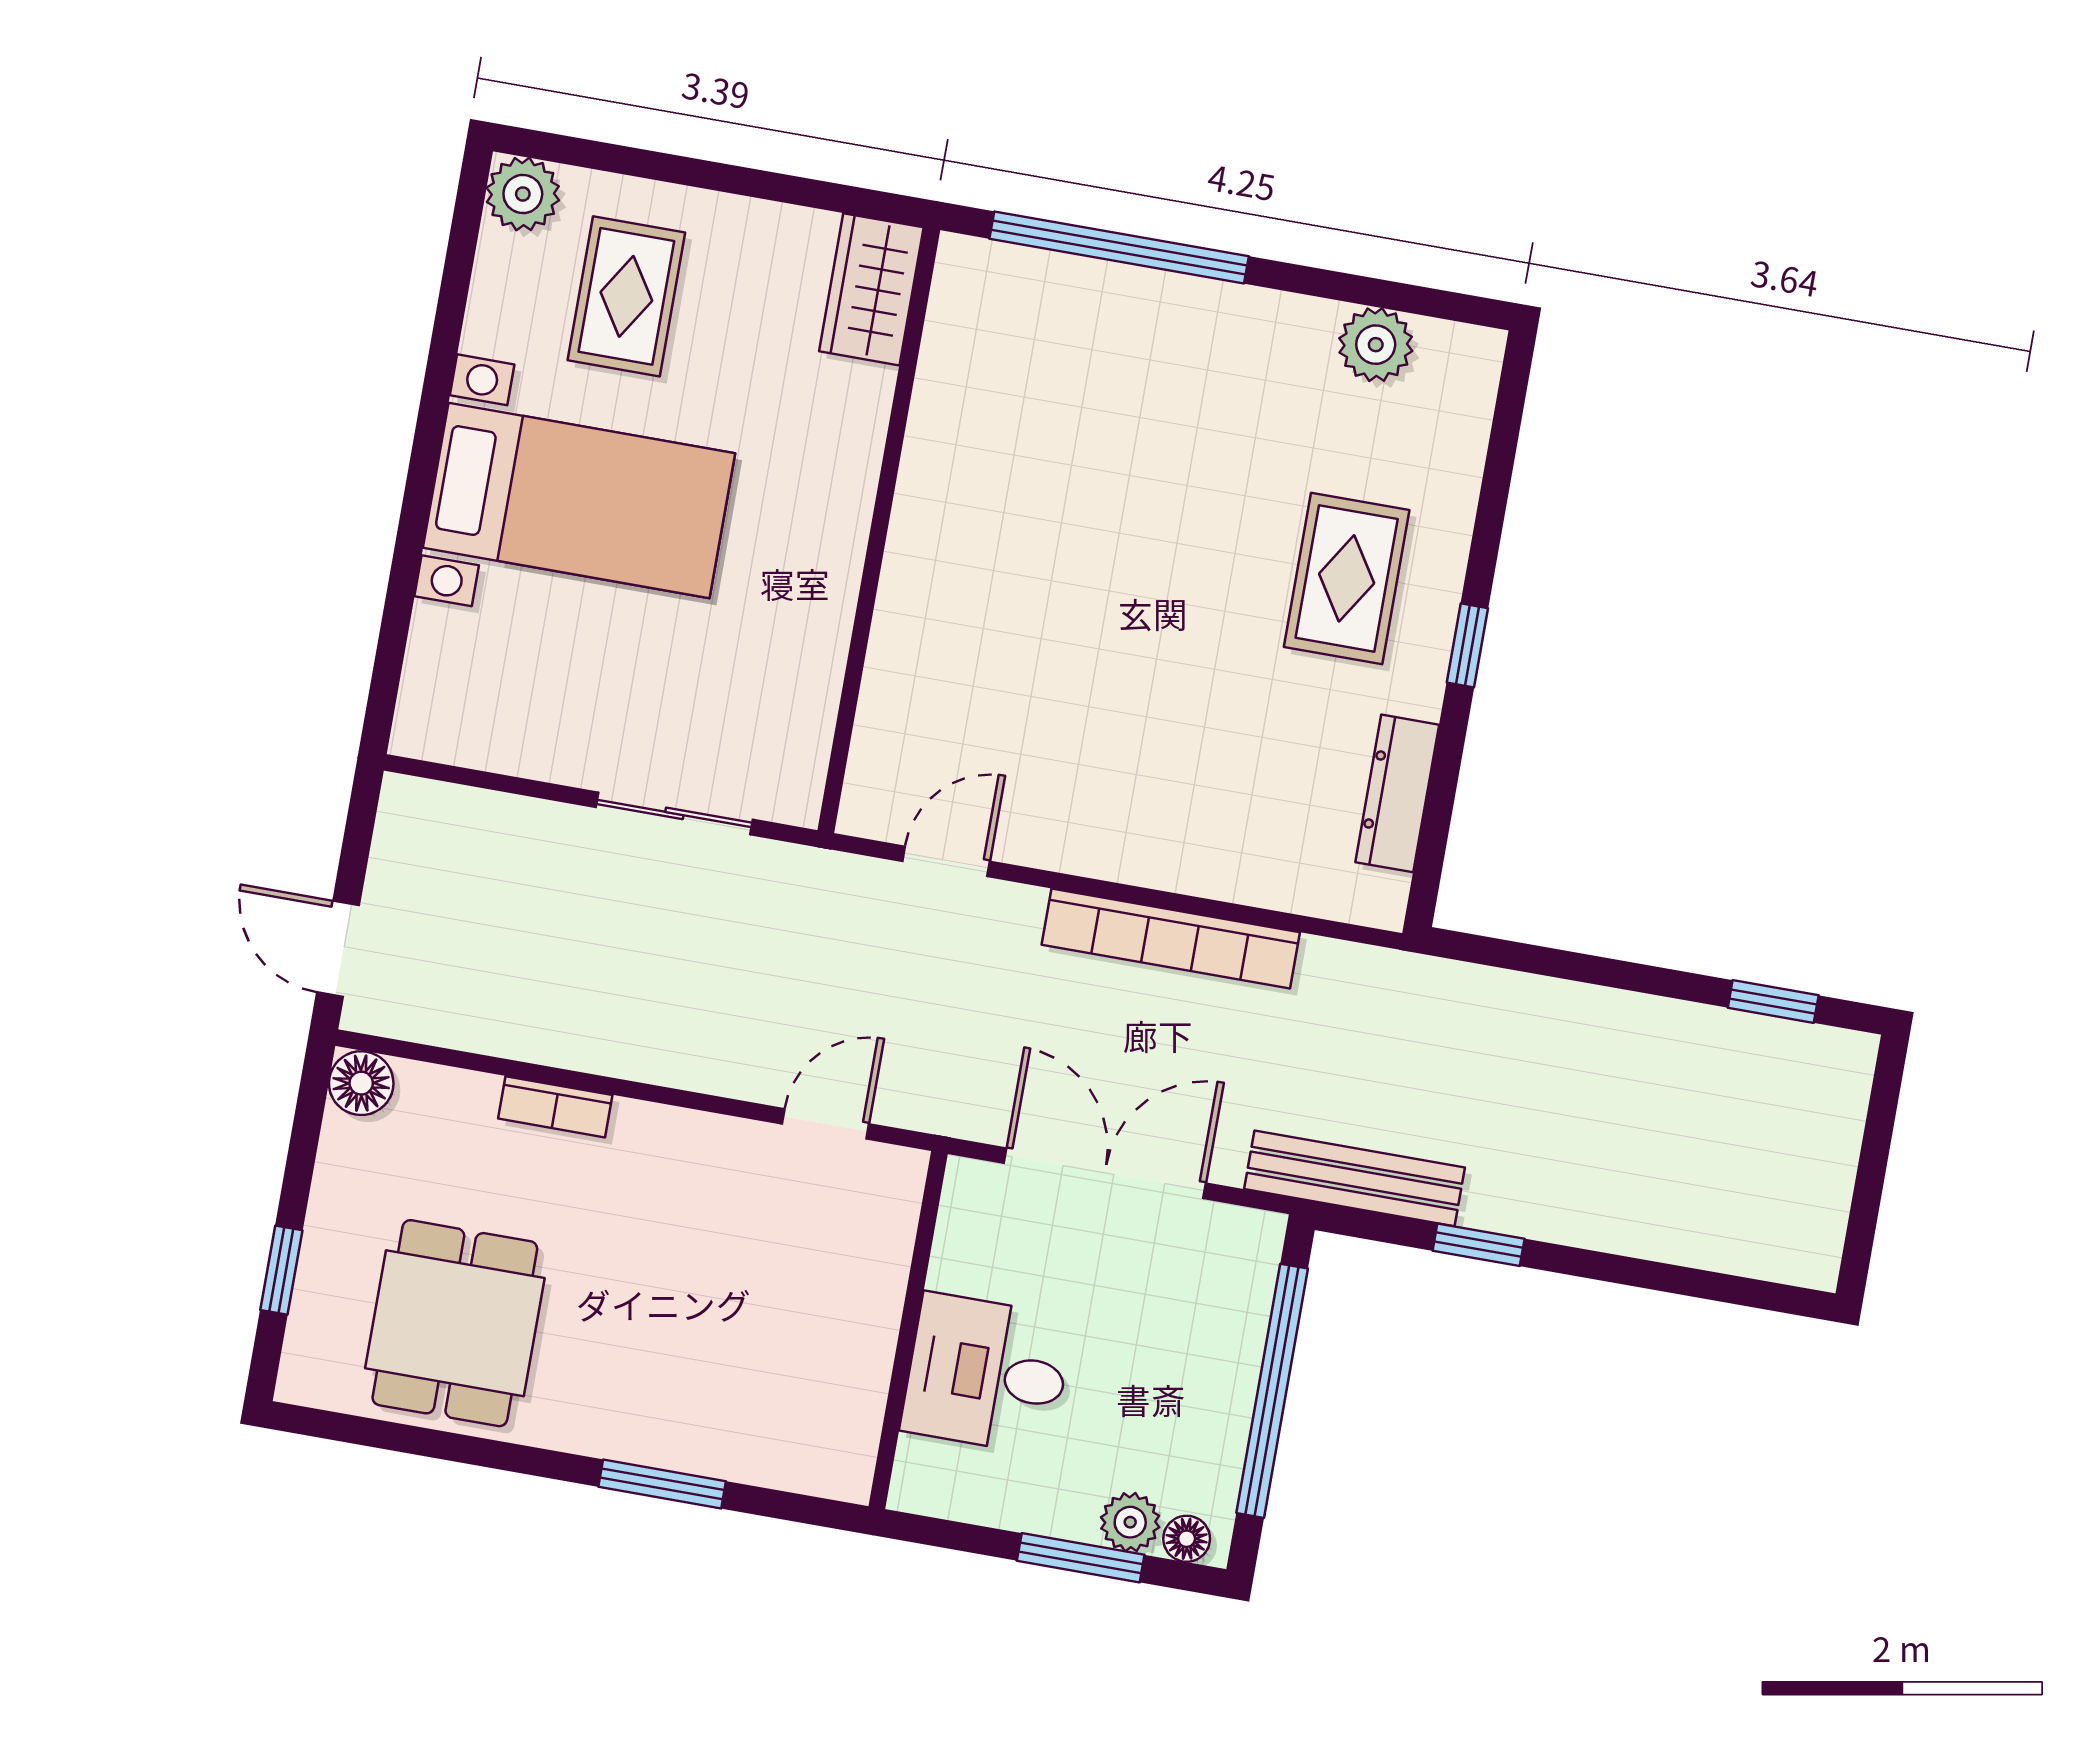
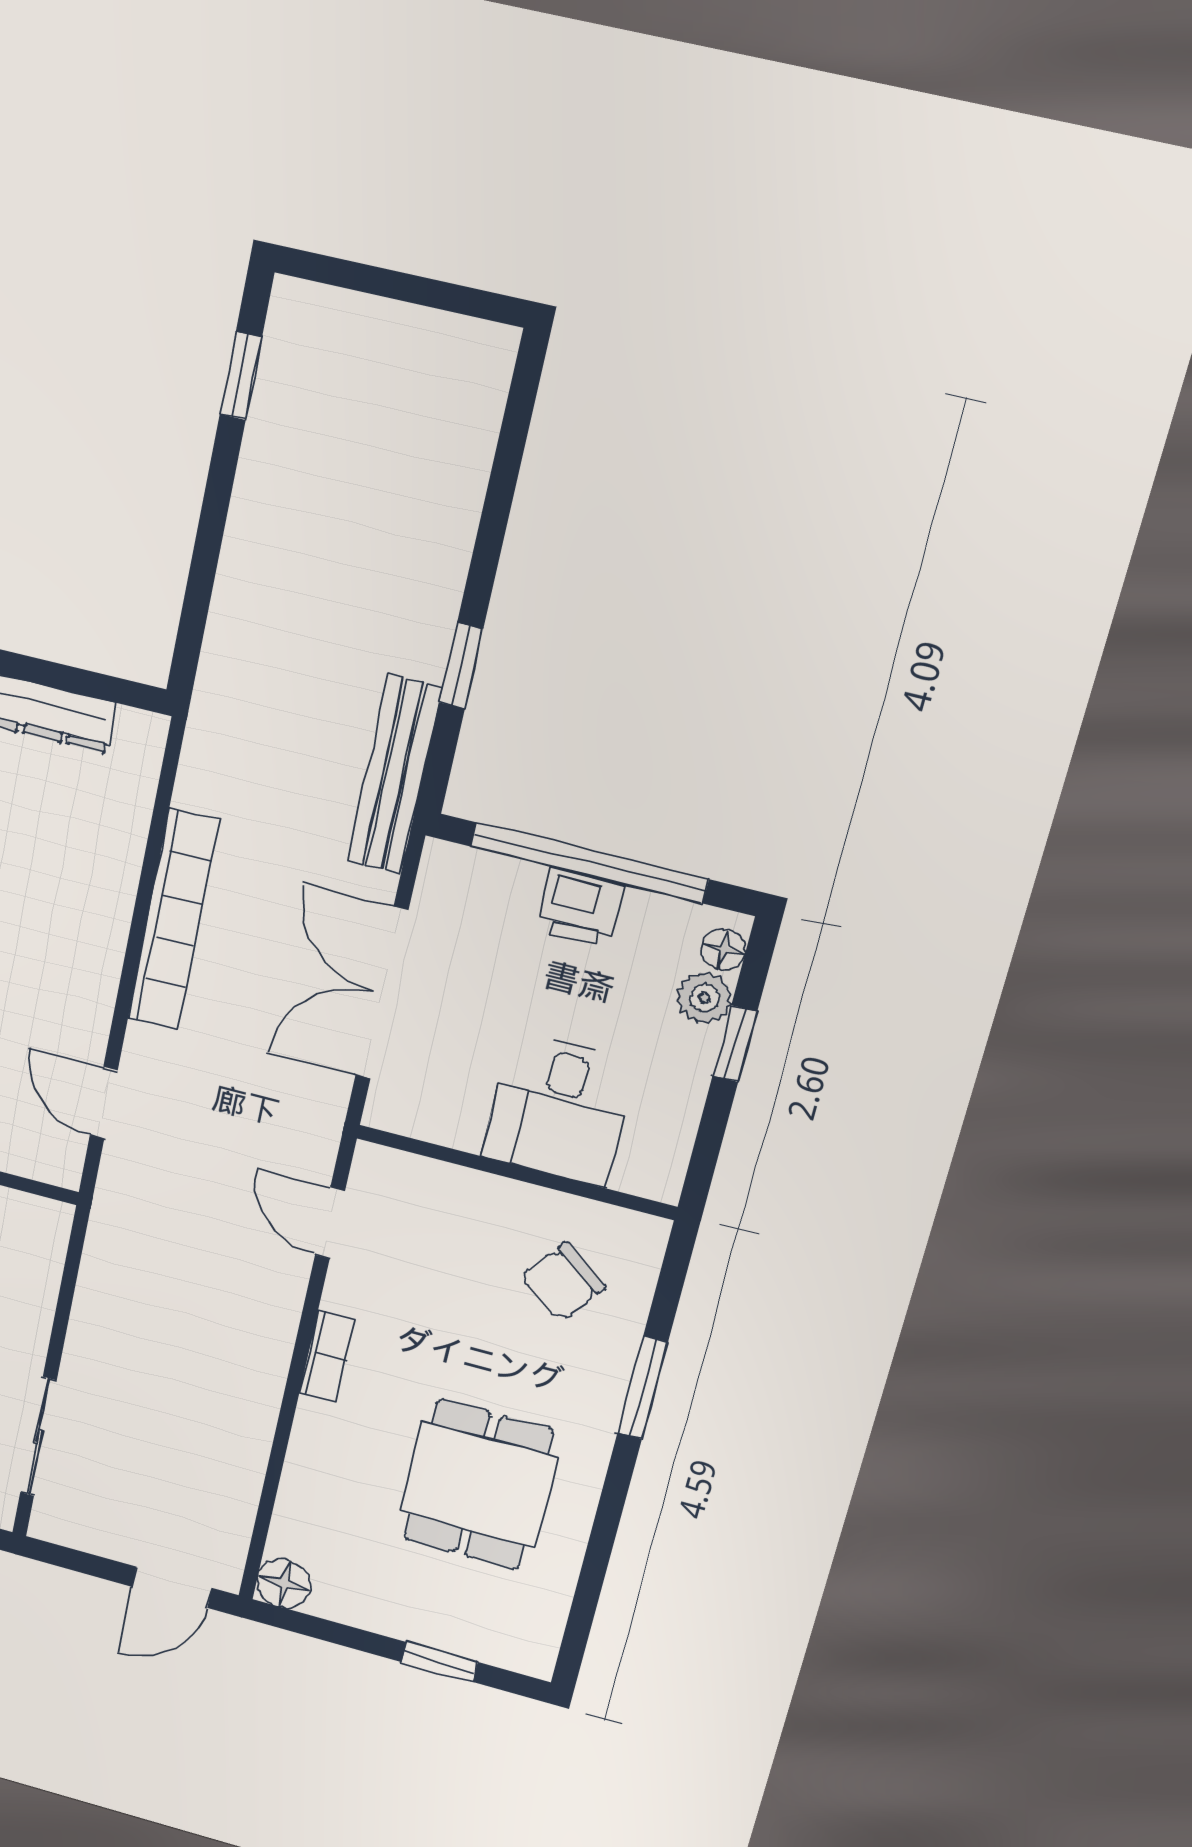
sliding door: (674, 813) -> (38, 1437), moved
bookcase: (555, 1107) -> (327, 1356), moved
dining table: (455, 1323) -> (478, 1485), moved, turned 90
printer: (1222, 1384) -> (581, 907), added
chair: (782, 1389) -> (563, 1282), added
window: (1081, 1558) -> (735, 1044), width x0.67

